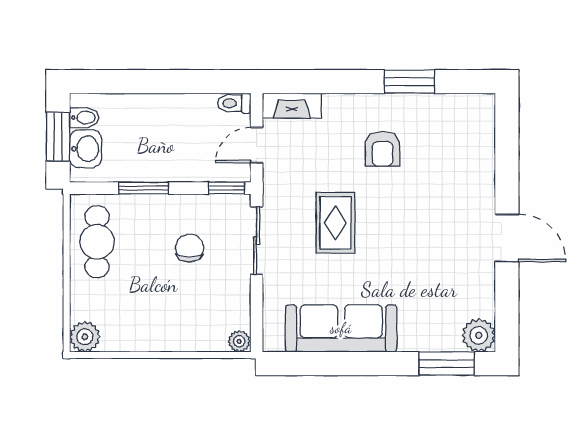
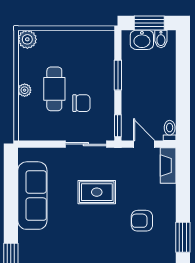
cafe table: (97, 242) -> (54, 89), moved, turned 90
plant: (239, 341) -> (25, 90), moved

